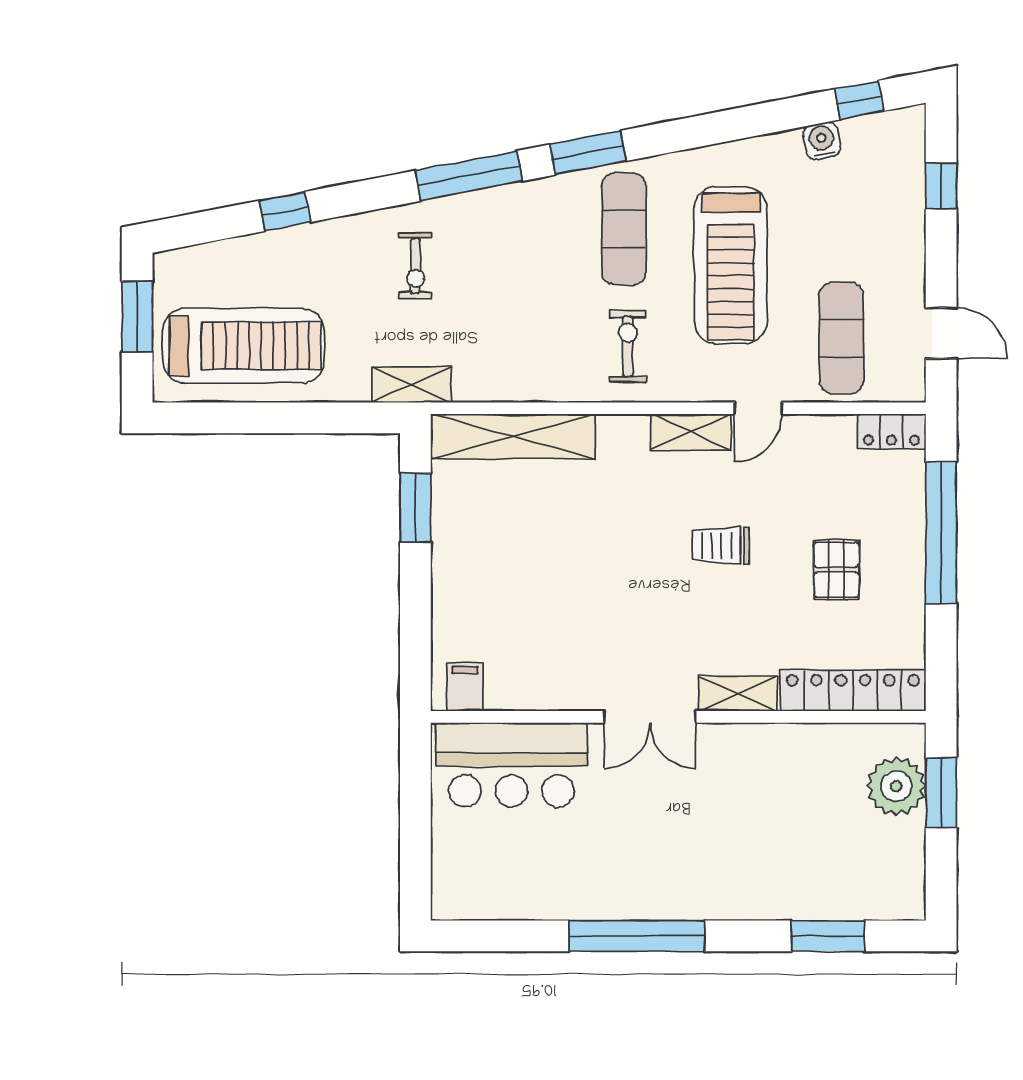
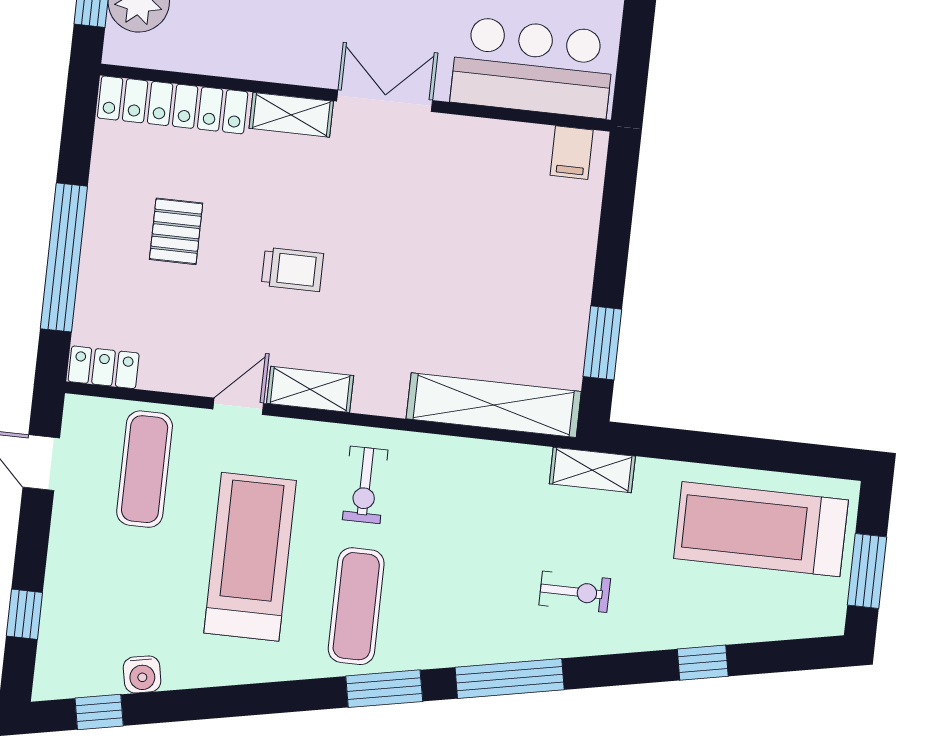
exercise bike: (415, 266) -> (575, 592), turned 90

